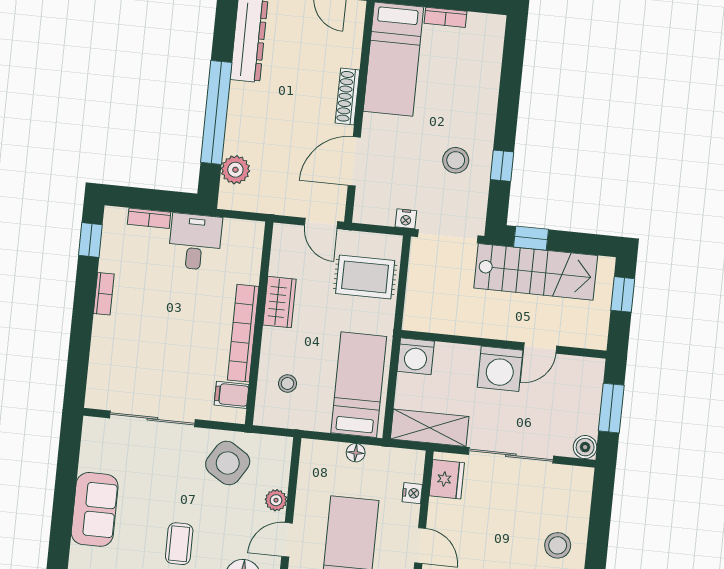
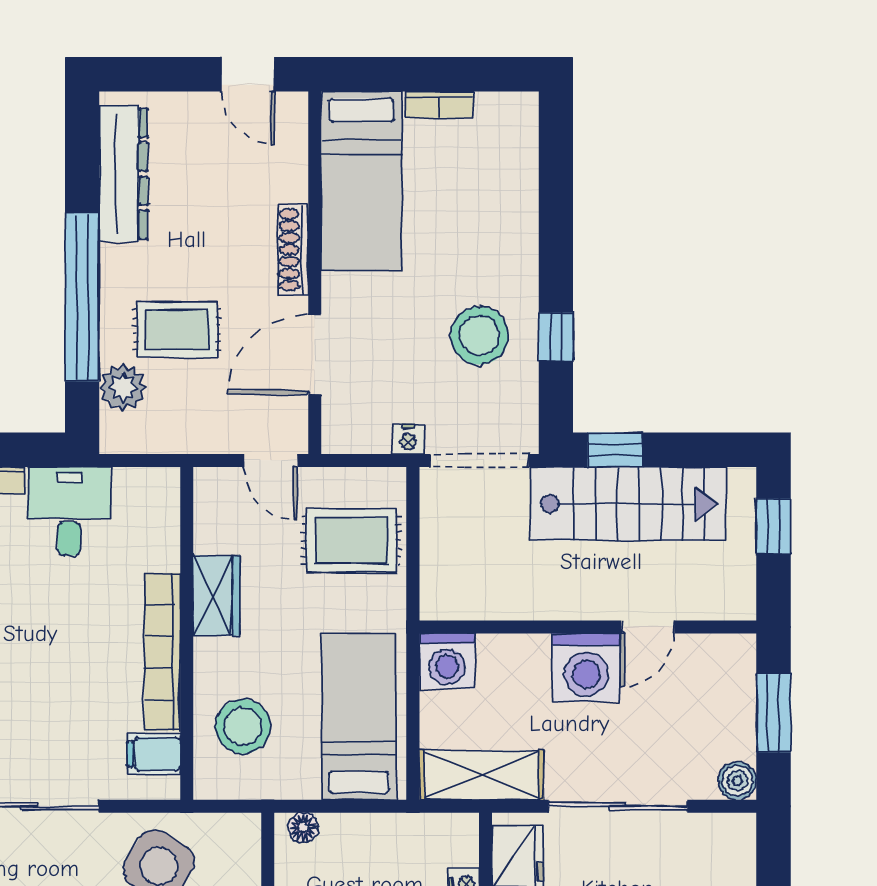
rug: (272, 138) -> (177, 330), added
stool: (456, 160) -> (480, 336), width x1.38, depth x1.38
stool: (288, 383) -> (243, 726), width x1.89, depth x1.89
floor lamp: (356, 453) -> (303, 828), moved

